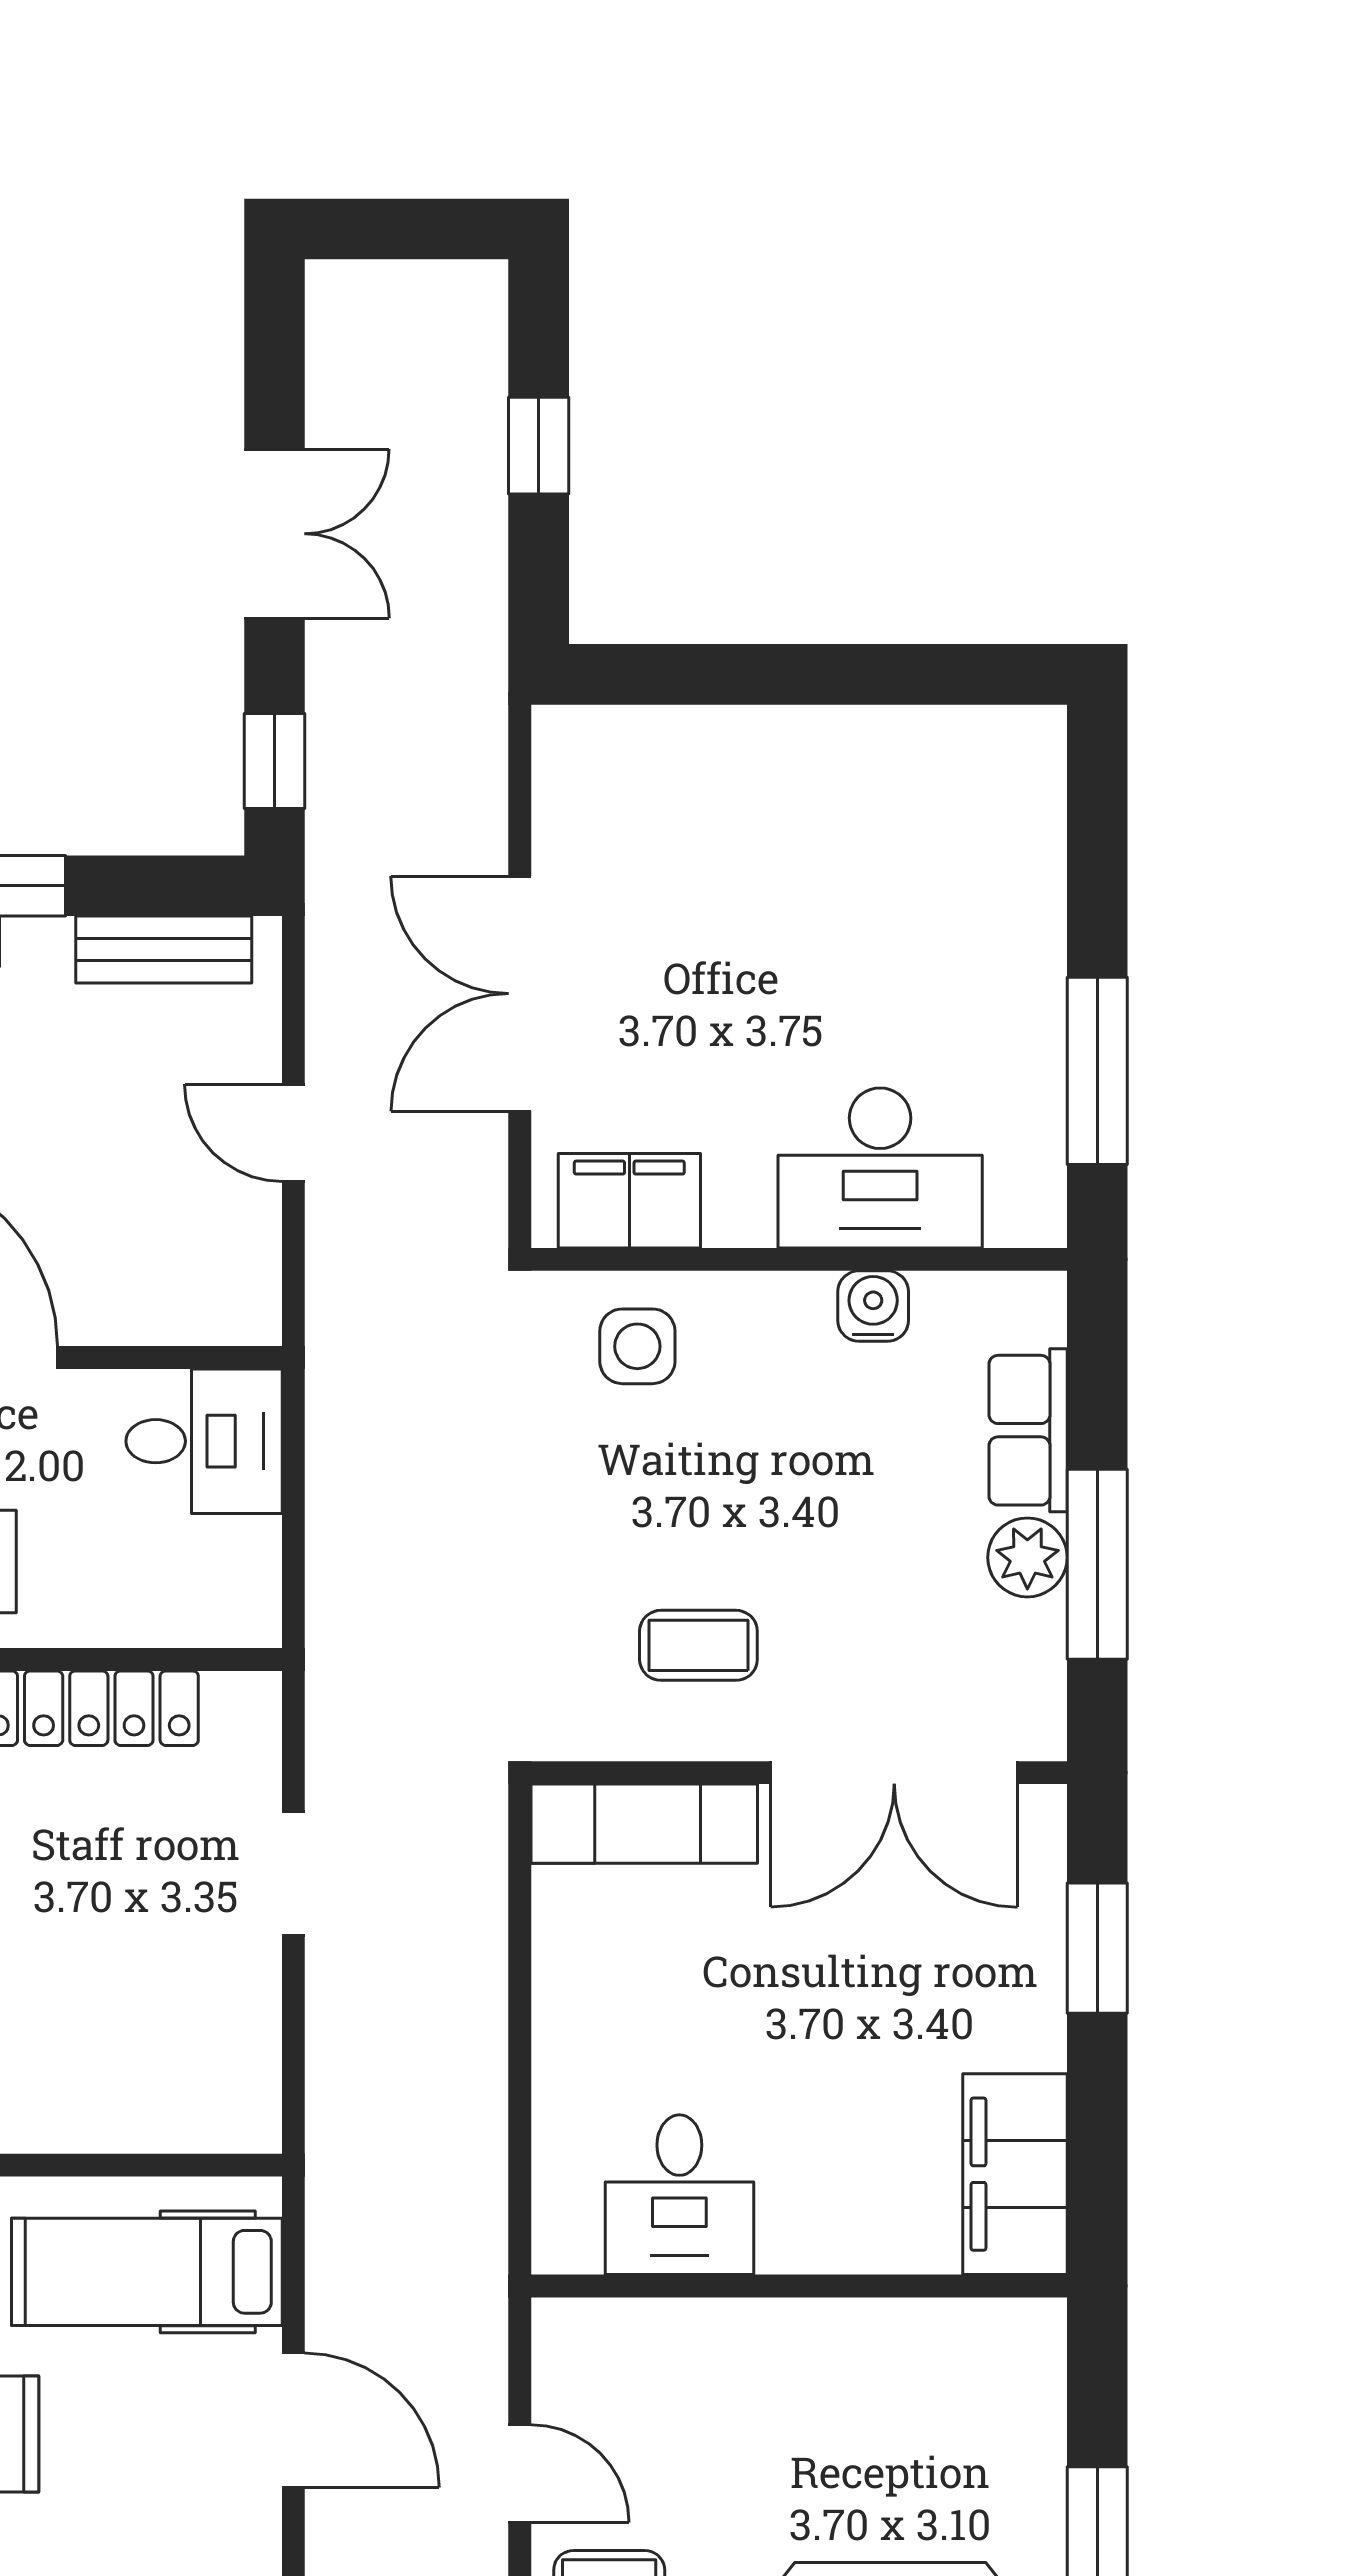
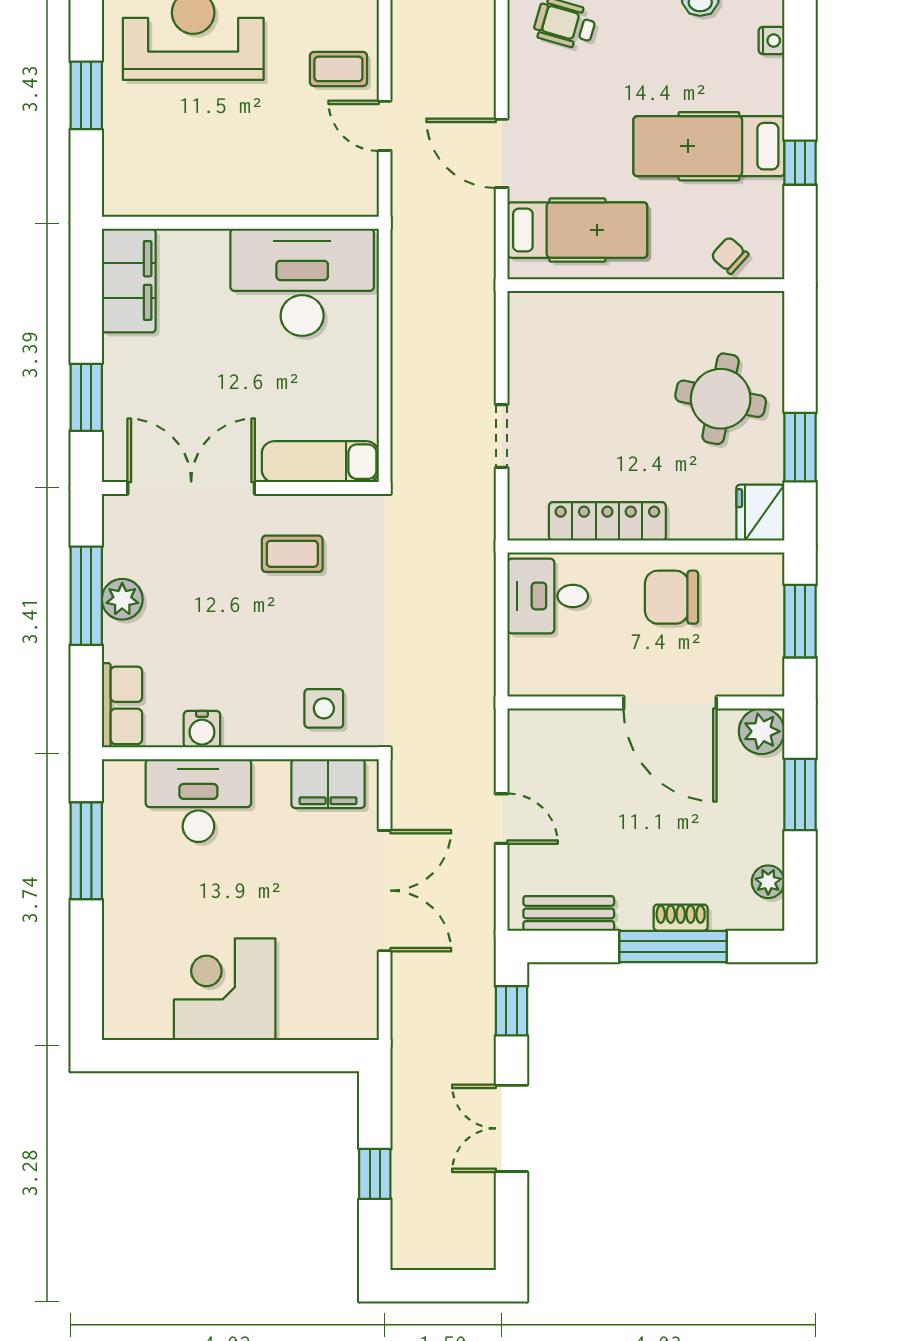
corner desk: (829, 803) -> (225, 989), added
row of seats: (1028, 1430) -> (122, 705), moved
desk: (204, 1441) -> (548, 596), moved
desk: (679, 2195) -> (302, 282), width x1.87, depth x1.30

